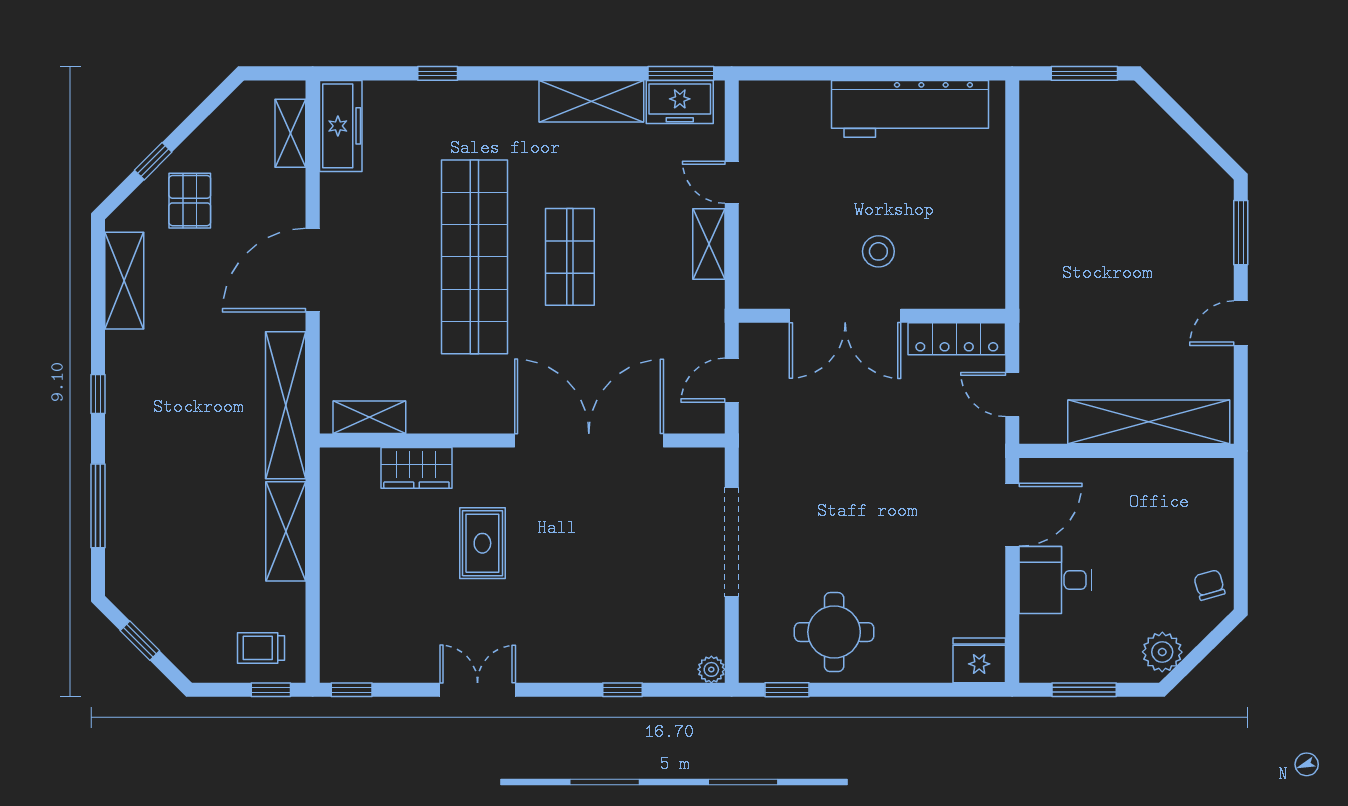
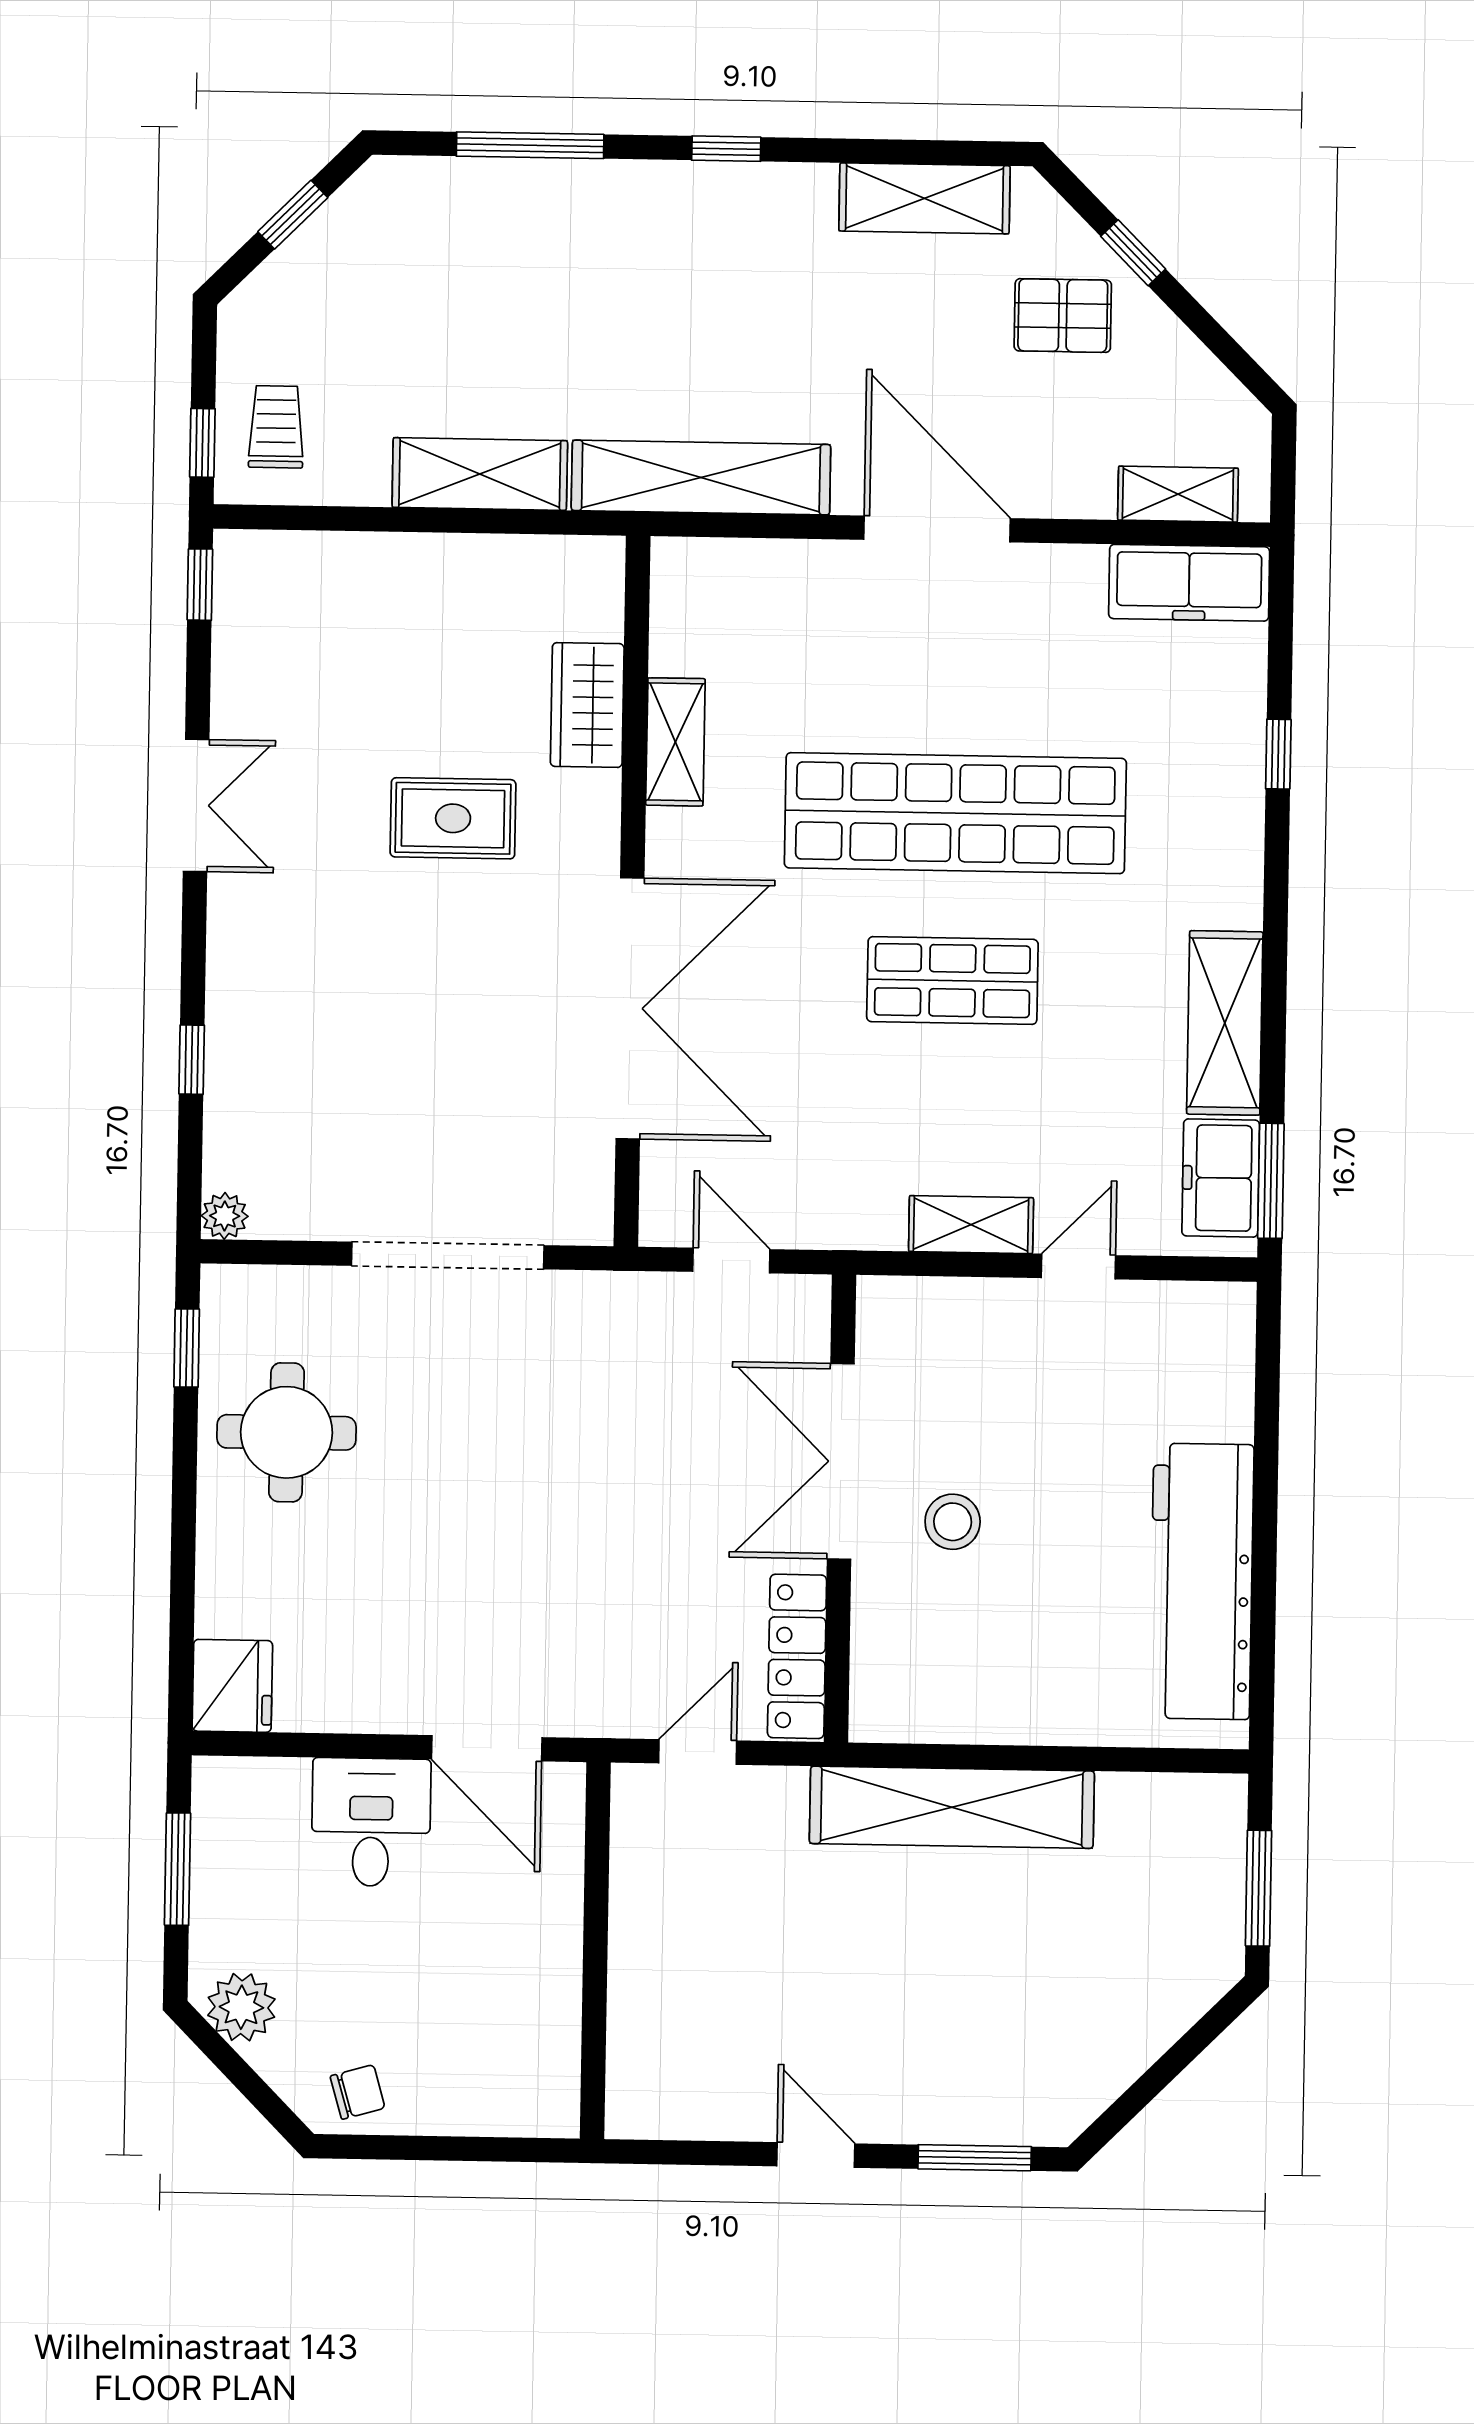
shelving: (369, 417) -> (675, 742), moved
shelving: (1149, 422) -> (952, 1807), moved, turned 90

